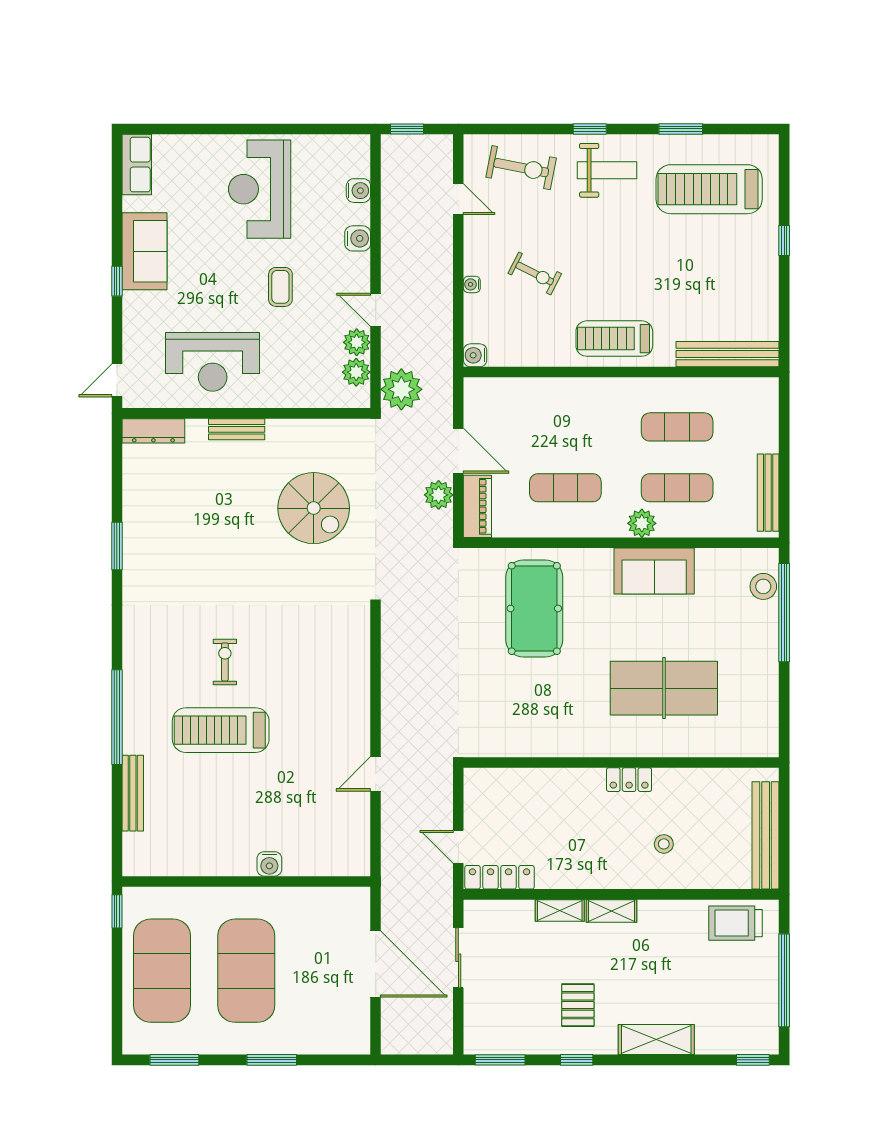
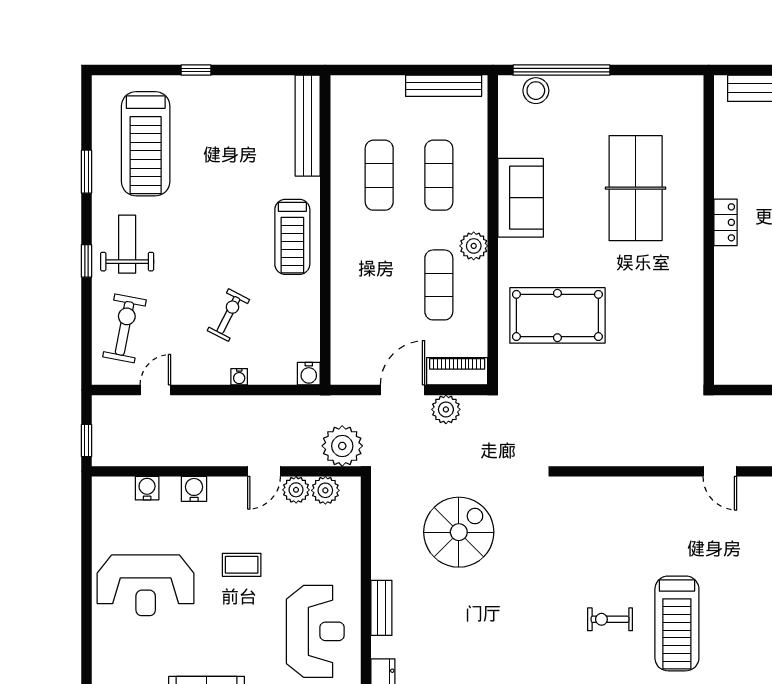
plant: (642, 523) -> (474, 246), moved

